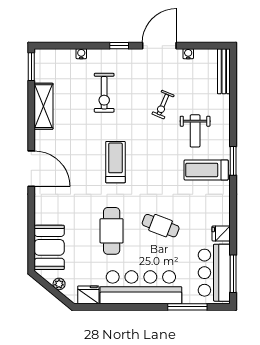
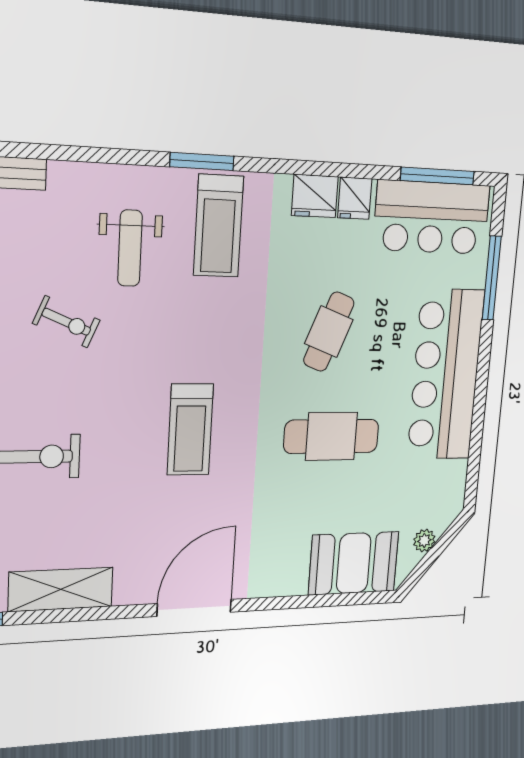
weight bench: (195, 131) -> (130, 248), turned 90
treadmill: (115, 162) -> (190, 430), turned -90
fridge: (88, 295) -> (315, 196), moved, turned -90

